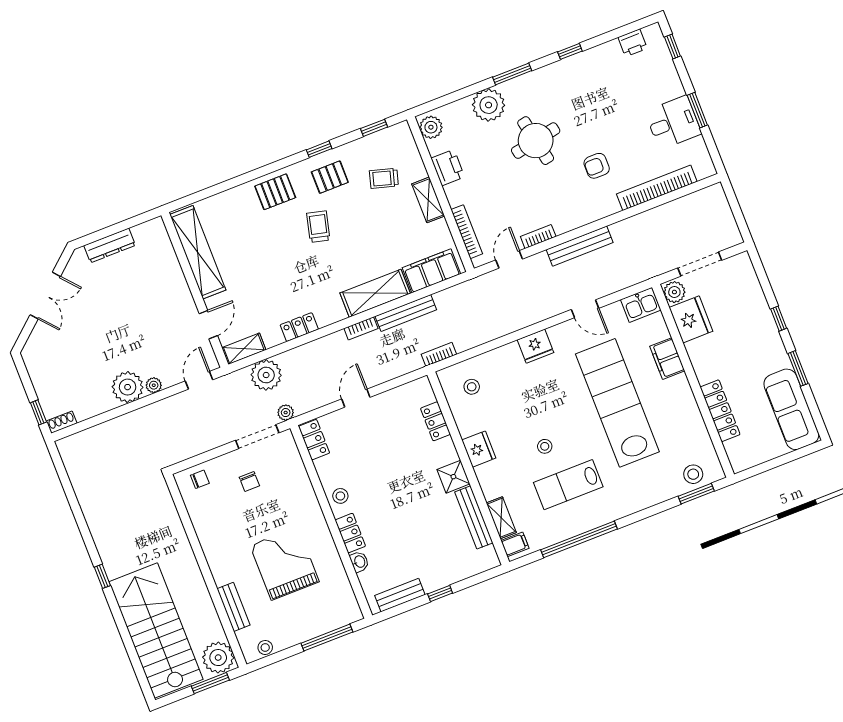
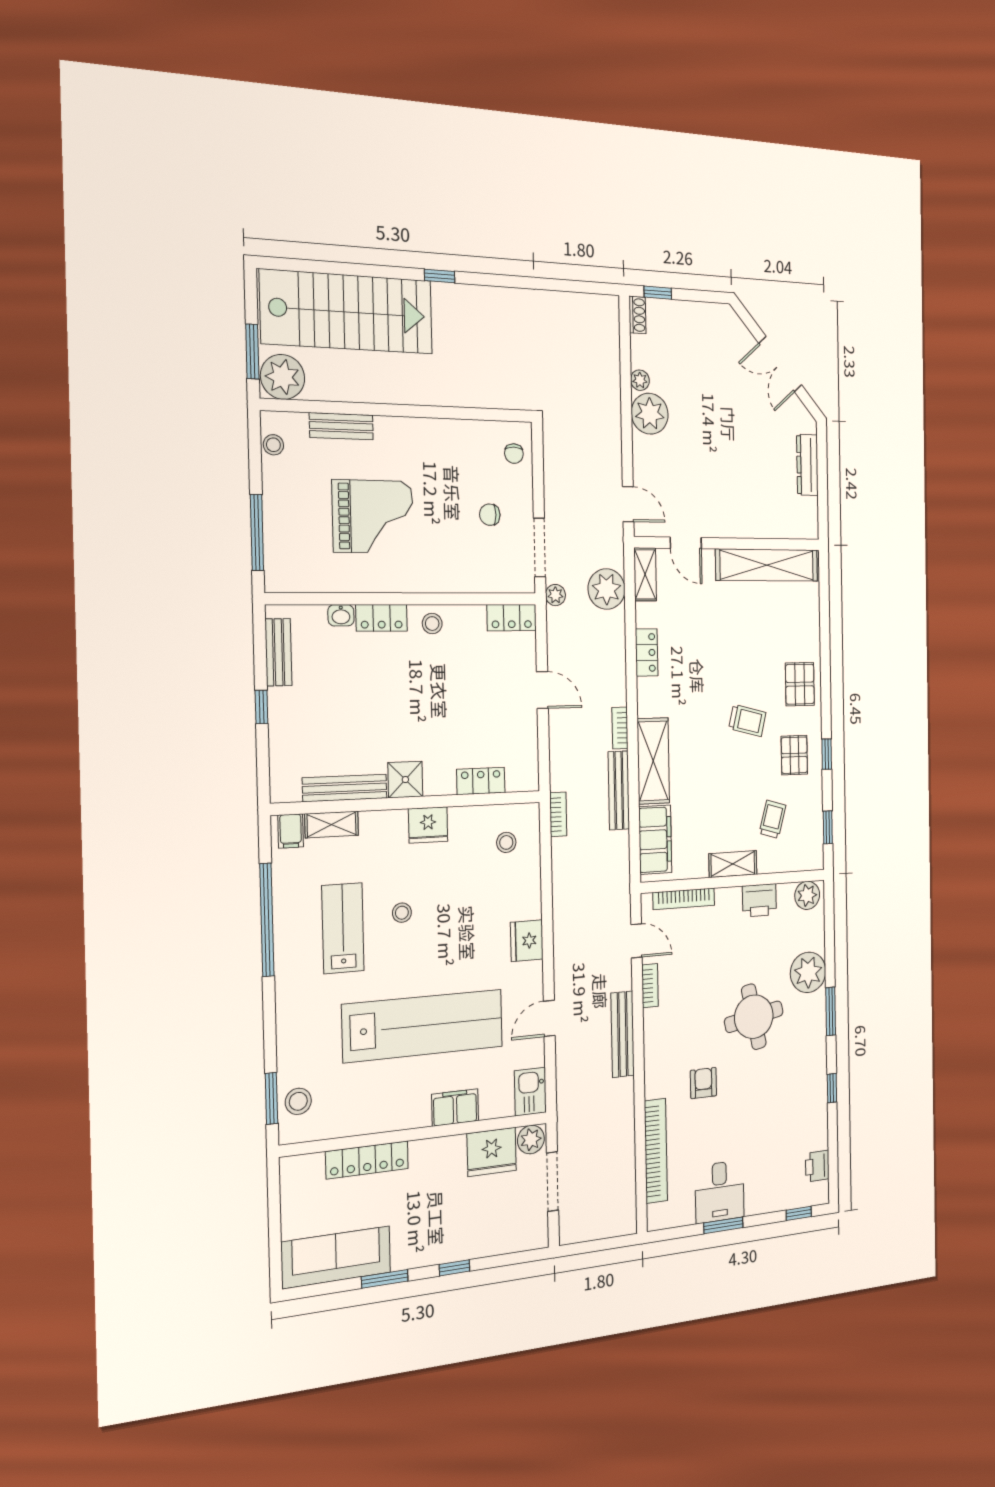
plant: (154, 385) -> (640, 380), moved

